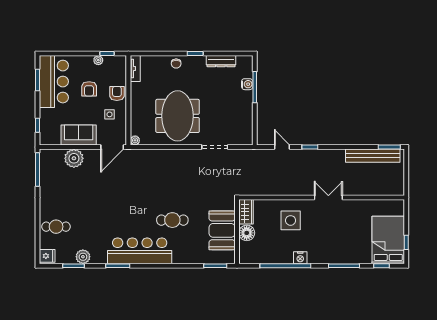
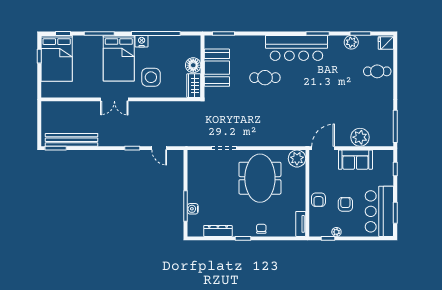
side table: (110, 114) -> (326, 180), removed
plant: (135, 140) -> (297, 159), width x1.88, depth x1.88
bed: (324, 240) -> (119, 58), added

